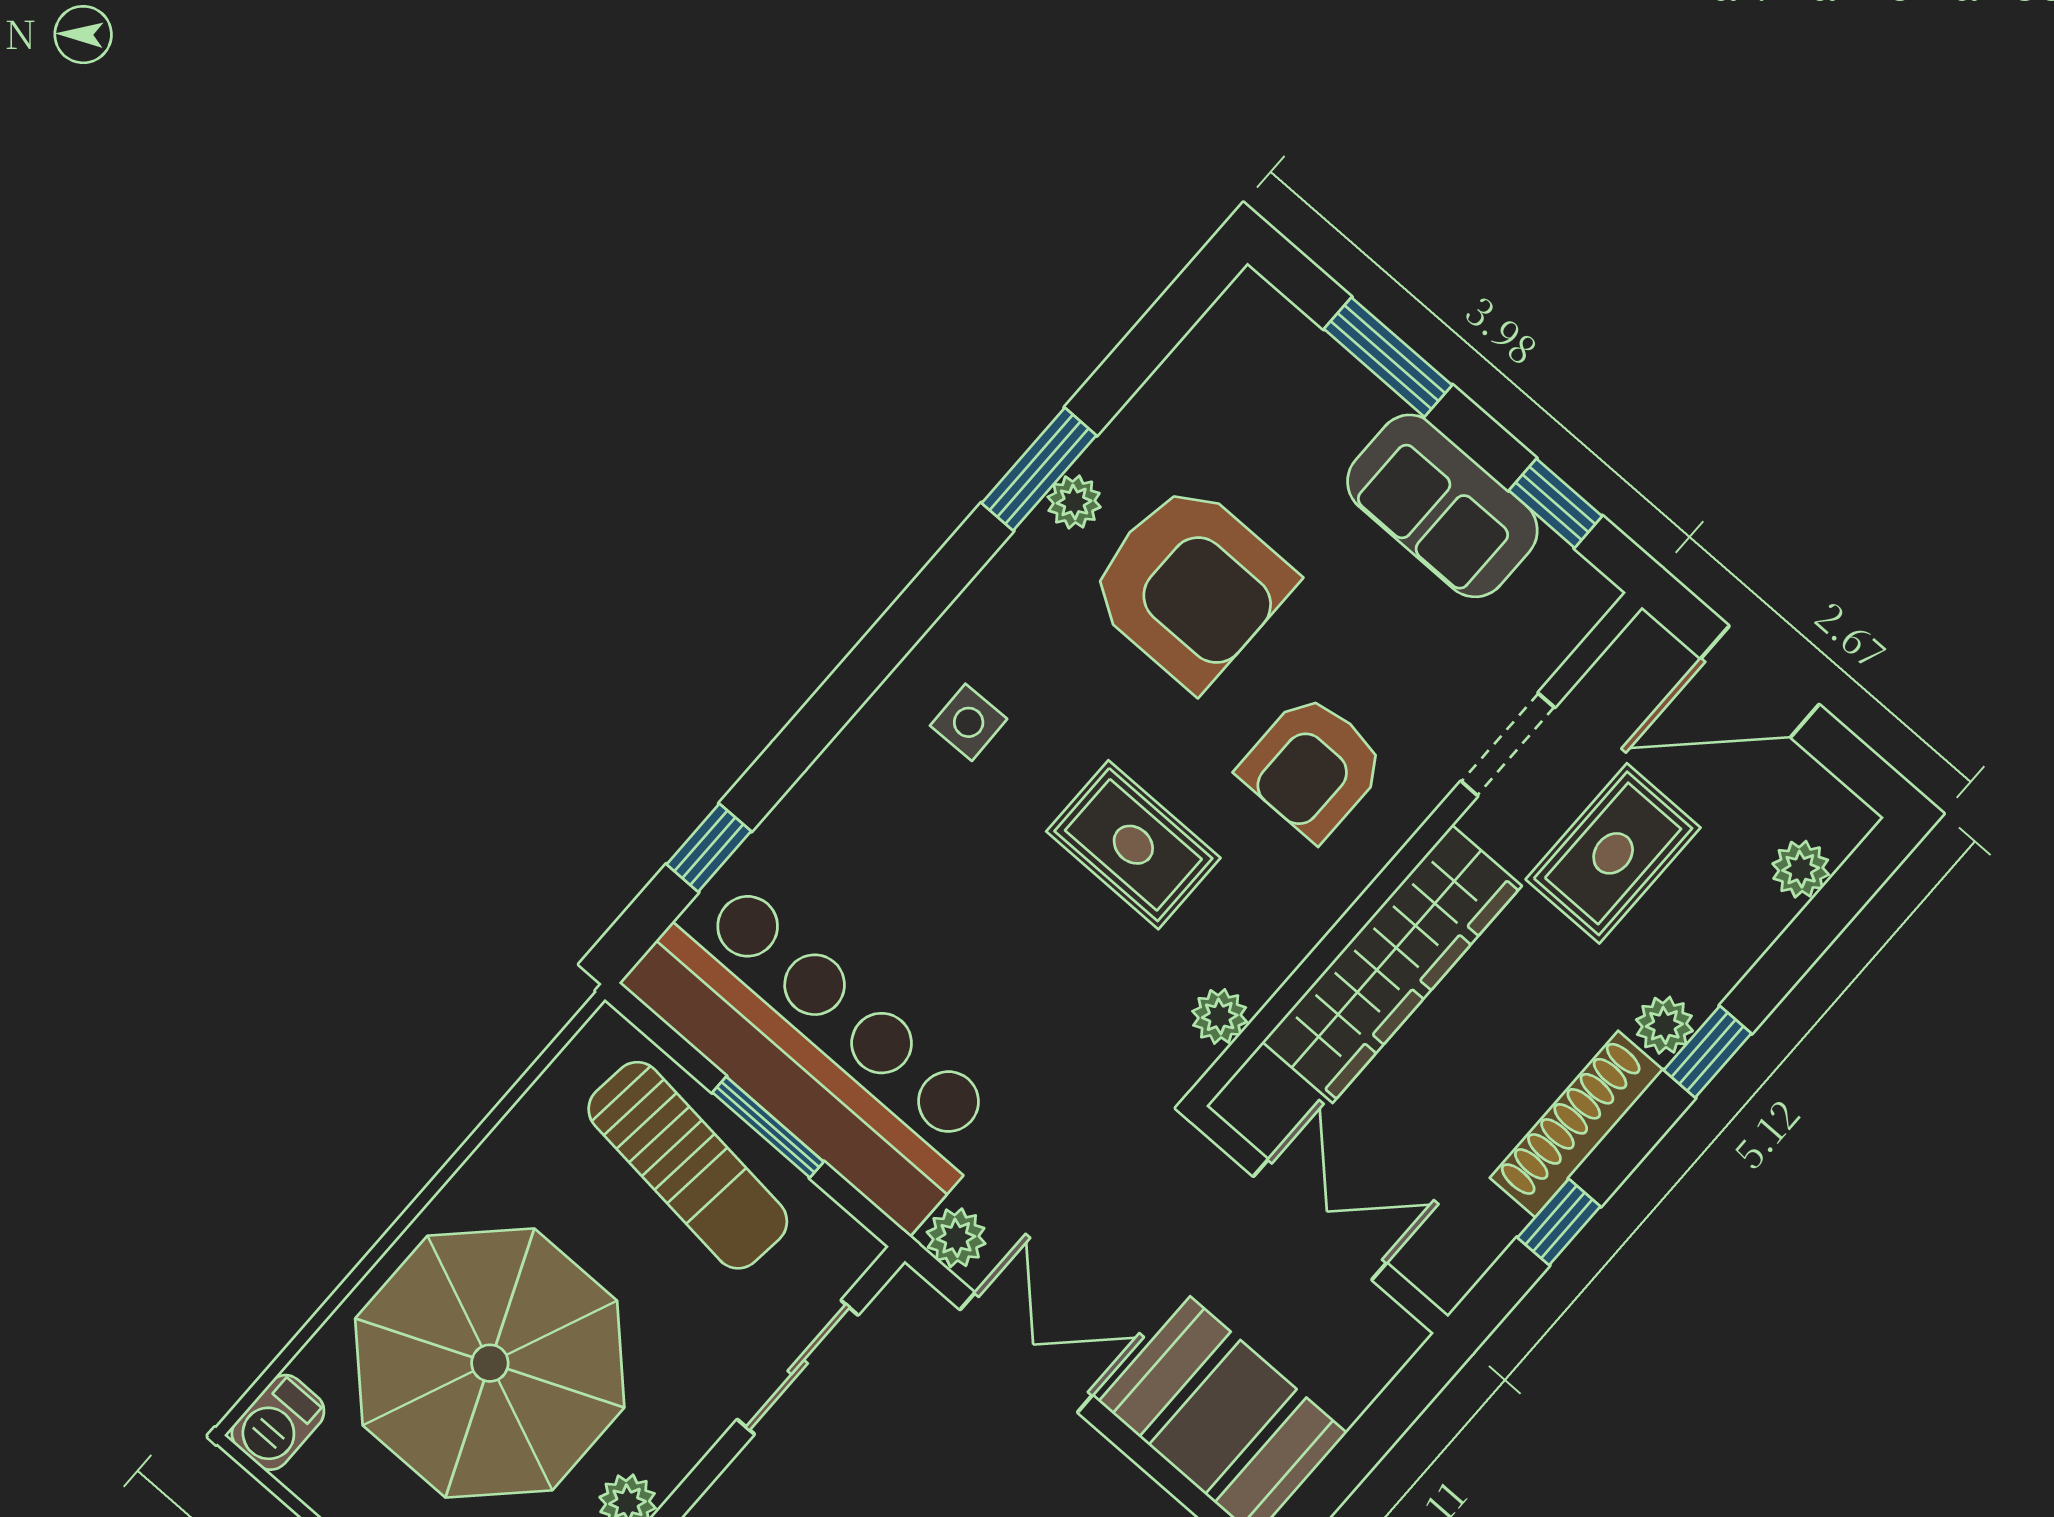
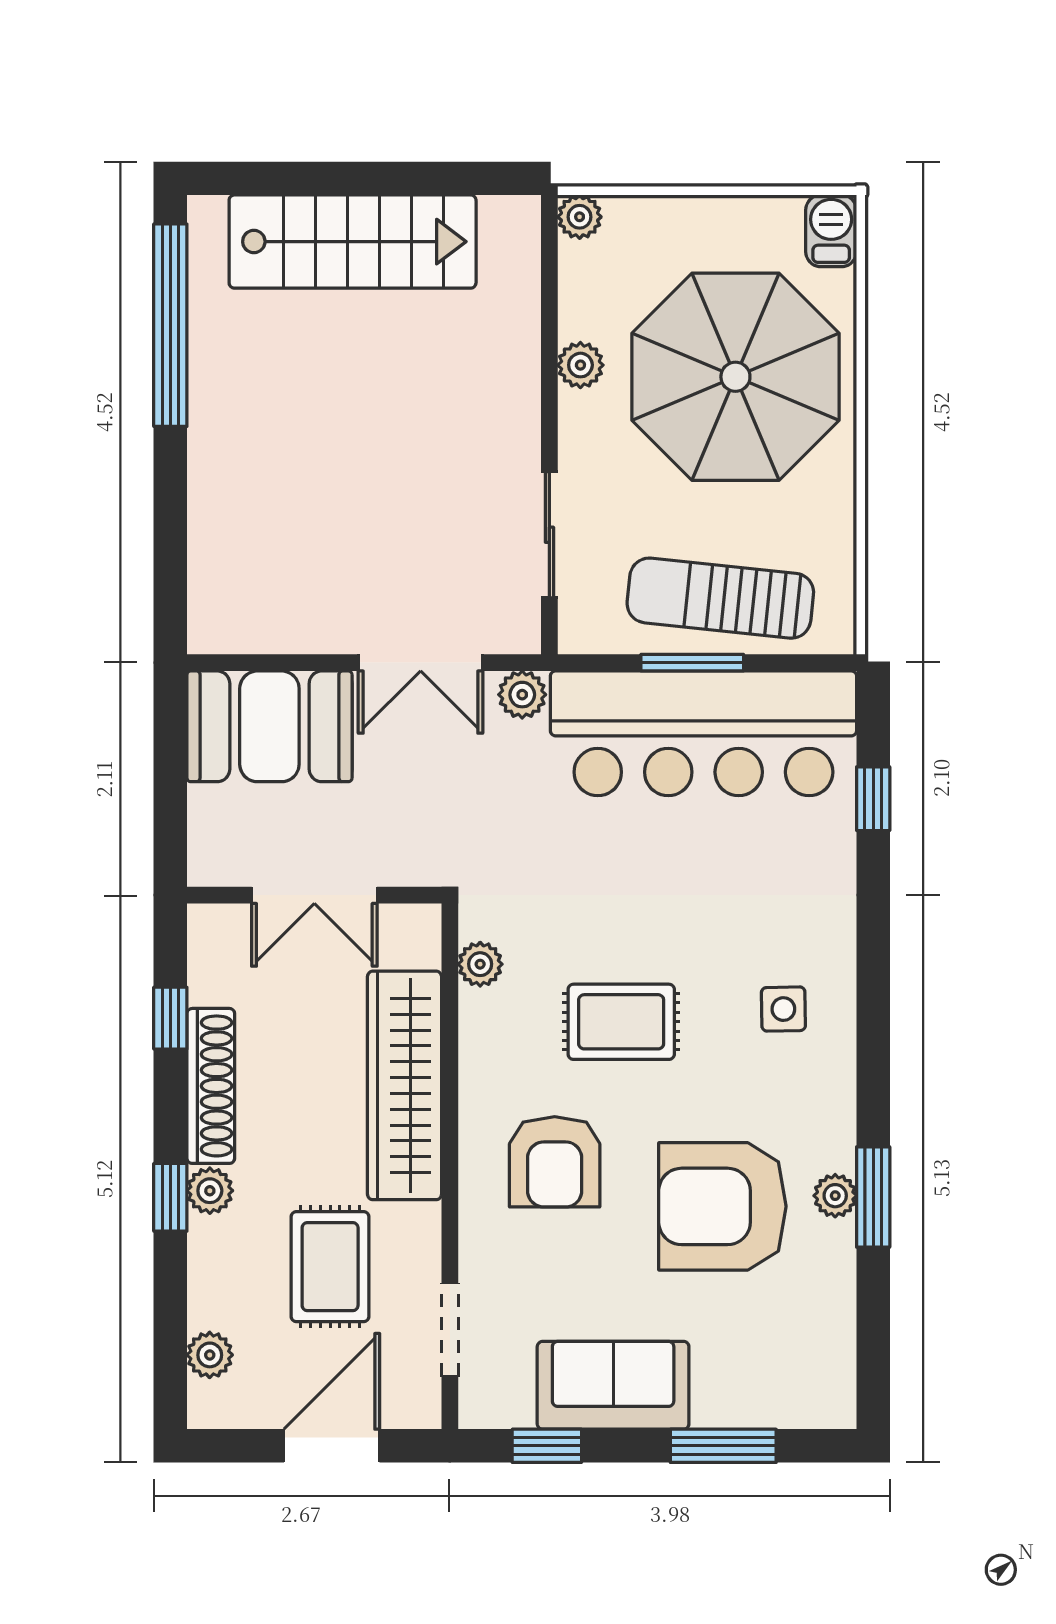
doorway: (1508, 744) -> (450, 1330), moved
armchair: (1313, 767) -> (555, 1162), turned 180

